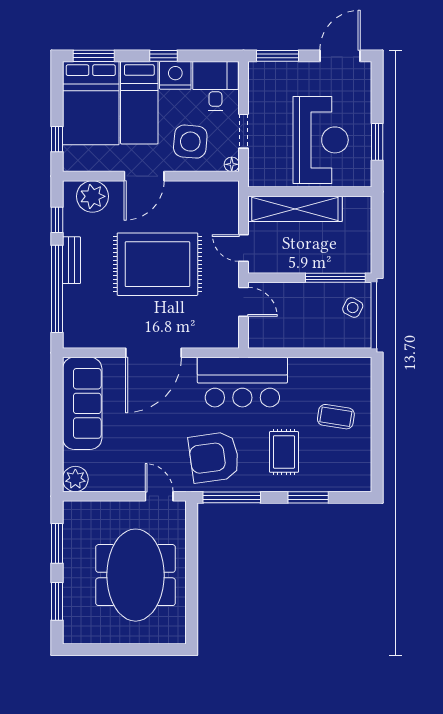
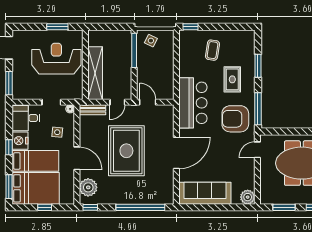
window: (57, 139) -> (45, 207), moved
side table: (190, 142) -> (57, 132), width x0.54, depth x0.54
window: (57, 220) -> (90, 207), moved
bench: (71, 260) -> (92, 110), moved
door: (244, 302) -> (148, 102), hinge flipped
door: (154, 353) -> (176, 153), hinge flipped
window: (377, 378) -> (191, 27), added
rug: (284, 452) -> (232, 79), turned 90
armchair: (214, 457) -> (235, 119), turned 98

